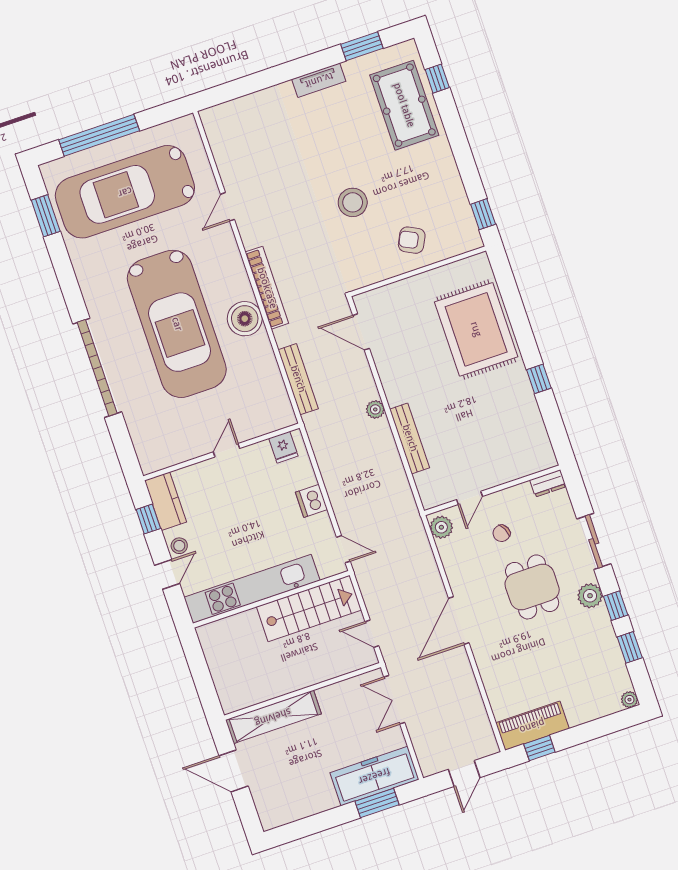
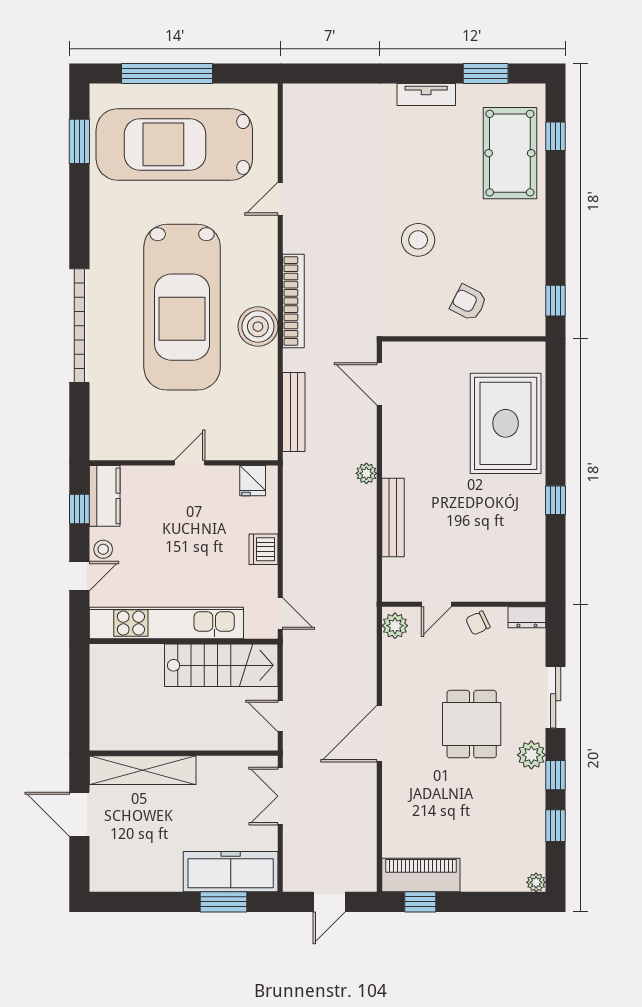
chair: (502, 533) -> (478, 623), moved

